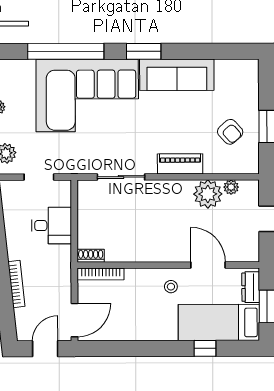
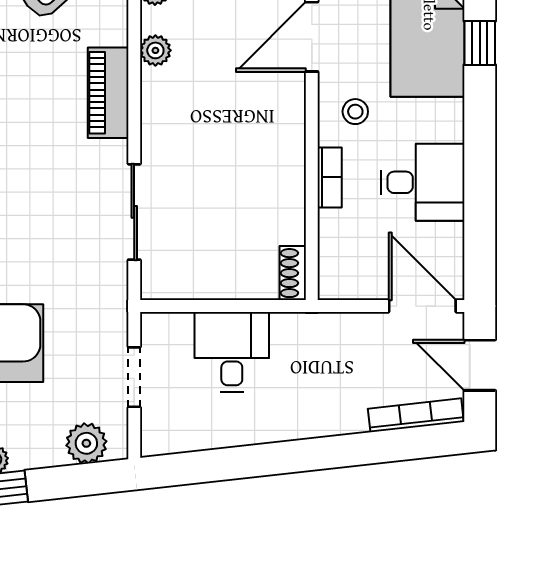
plant: (208, 194) -> (155, 50), width x0.53, depth x0.53
bookcase: (101, 274) -> (330, 177), moved, width x0.64
bookcase: (16, 284) -> (416, 415), moved
desk: (136, 320) -> (423, 182), added

